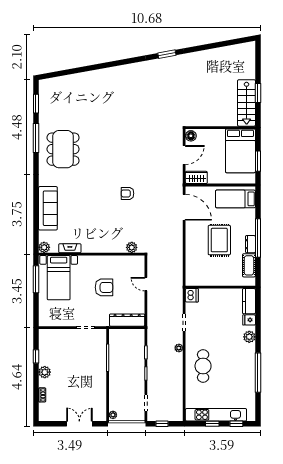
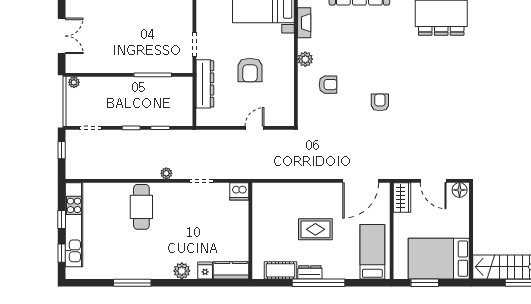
armchair: (115, 231) -> (328, 85), added
rug: (219, 240) -> (315, 229), width x0.73, depth x0.70
plant: (132, 247) -> (305, 59), moved
dresser: (127, 320) -> (205, 84), moved
cafe table: (203, 366) -> (141, 207), turned 90
window: (258, 373) -> (132, 283), width x0.68

